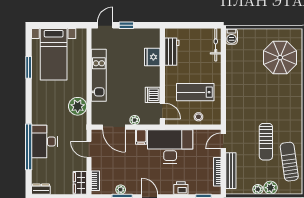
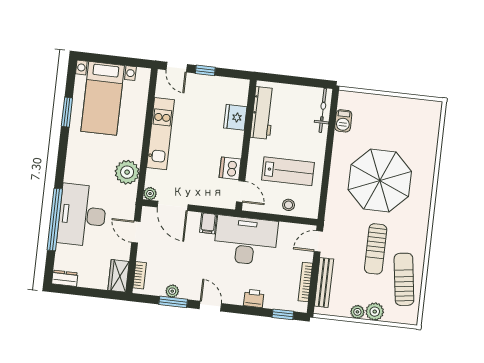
door: (105, 25) -> (177, 67), swing flipped
barbecue: (232, 36) -> (343, 121), moved
workbench: (172, 52) -> (263, 113), width x1.38
parasol: (280, 58) -> (380, 180), moved, width x1.36, depth x1.36
lab bench: (195, 92) -> (288, 171), turned 180
plant: (135, 120) -> (150, 194), moved
desk: (44, 141) -> (82, 215), width x1.36, depth x1.30

